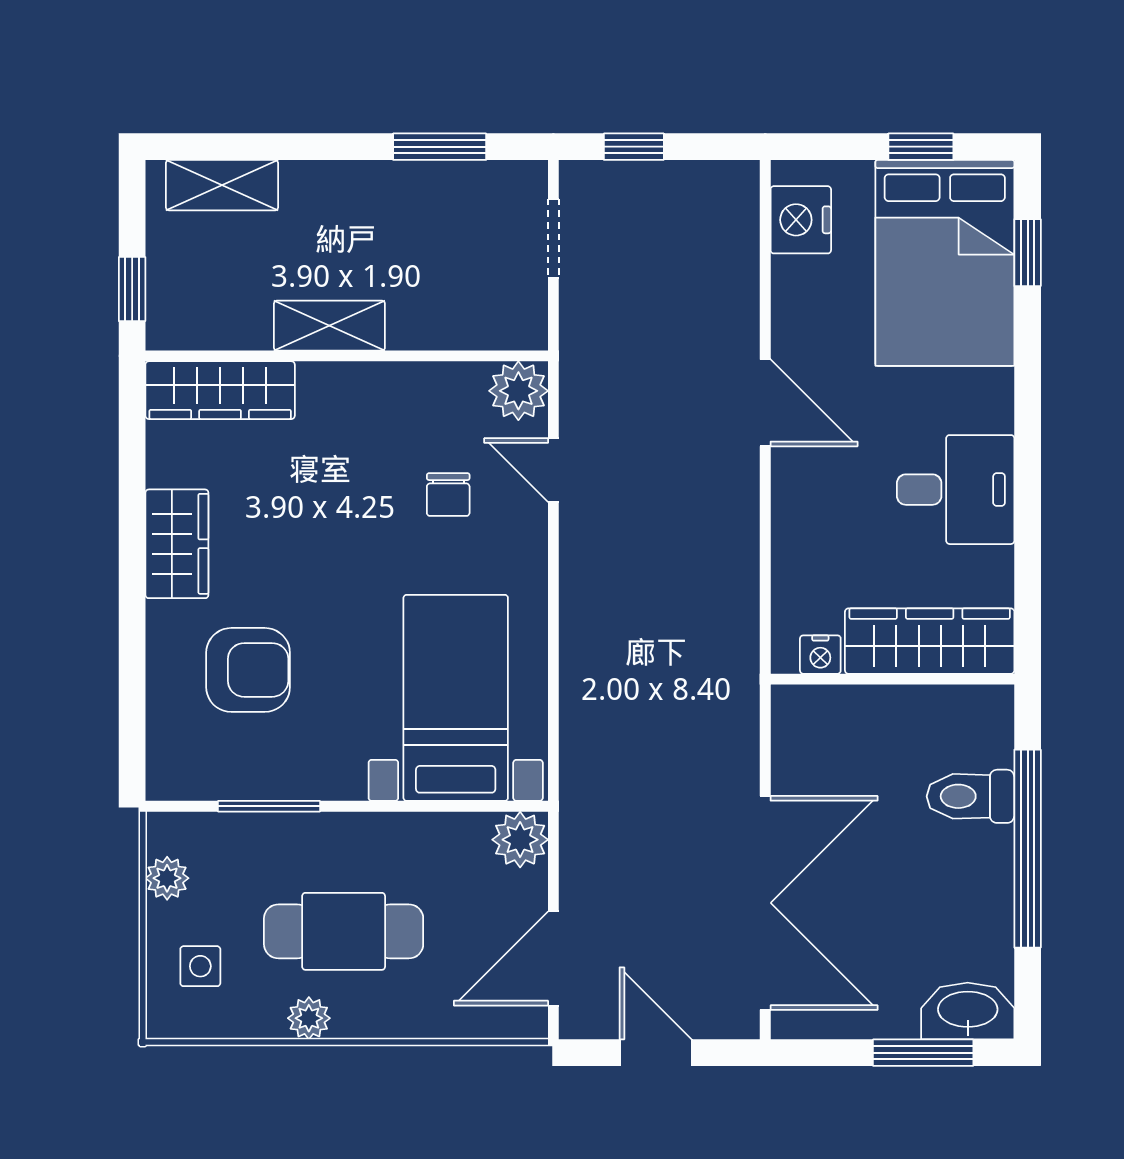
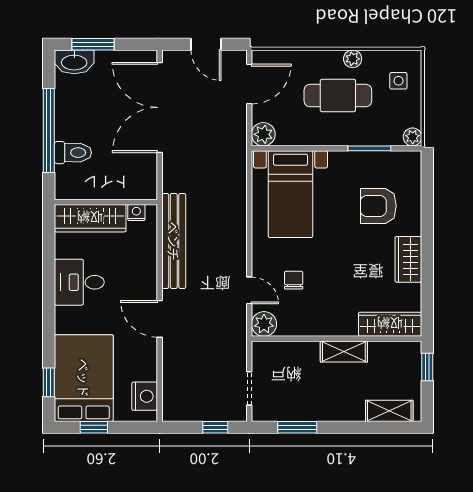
bench: (732, 587) -> (174, 241), added
plant: (167, 878) -> (413, 137), moved

